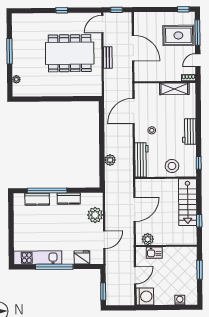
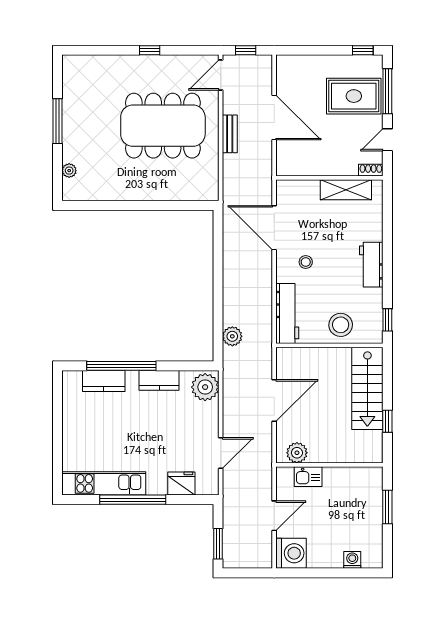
door: (134, 111) -> (274, 228), hinge flipped
plant: (110, 160) -> (232, 336), moved
plant: (95, 215) -> (205, 387), moved

